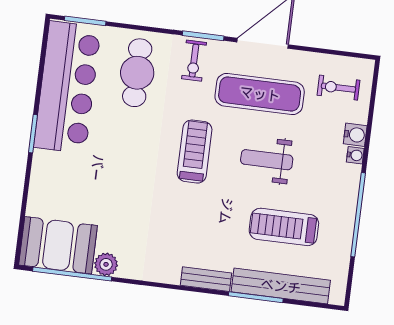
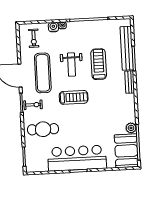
bar counter: (67, 87) -> (77, 158), moved
treadmill: (195, 152) -> (74, 97), turned 180
treadmill: (284, 227) -> (99, 64), moved, turned 180

